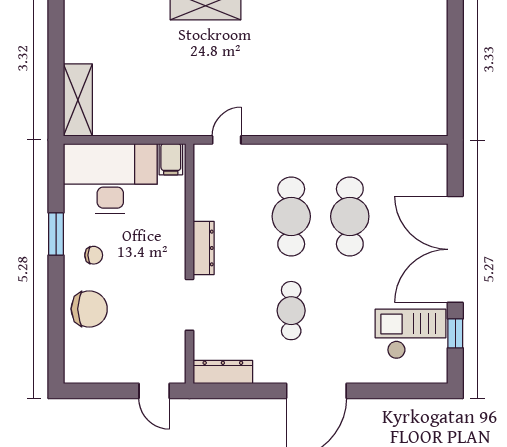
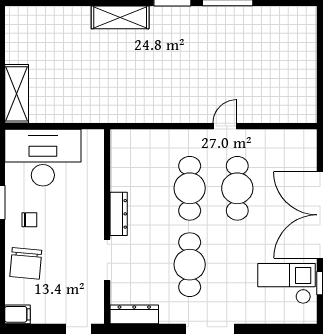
door: (227, 140) -> (225, 126), moved
filing cabinet: (171, 159) -> (17, 314), moved, turned -90
chair: (89, 309) -> (26, 263), turned 95
cafe table: (291, 311) -> (190, 265), width x1.37, depth x1.35

